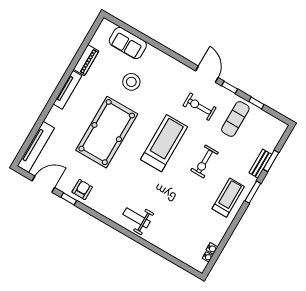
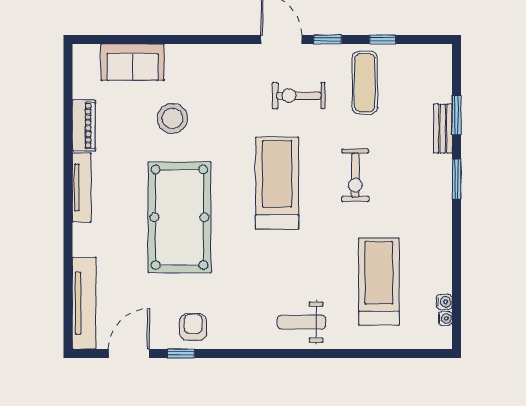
treadmill: (228, 198) -> (379, 282), moved, width x1.37, depth x1.38

